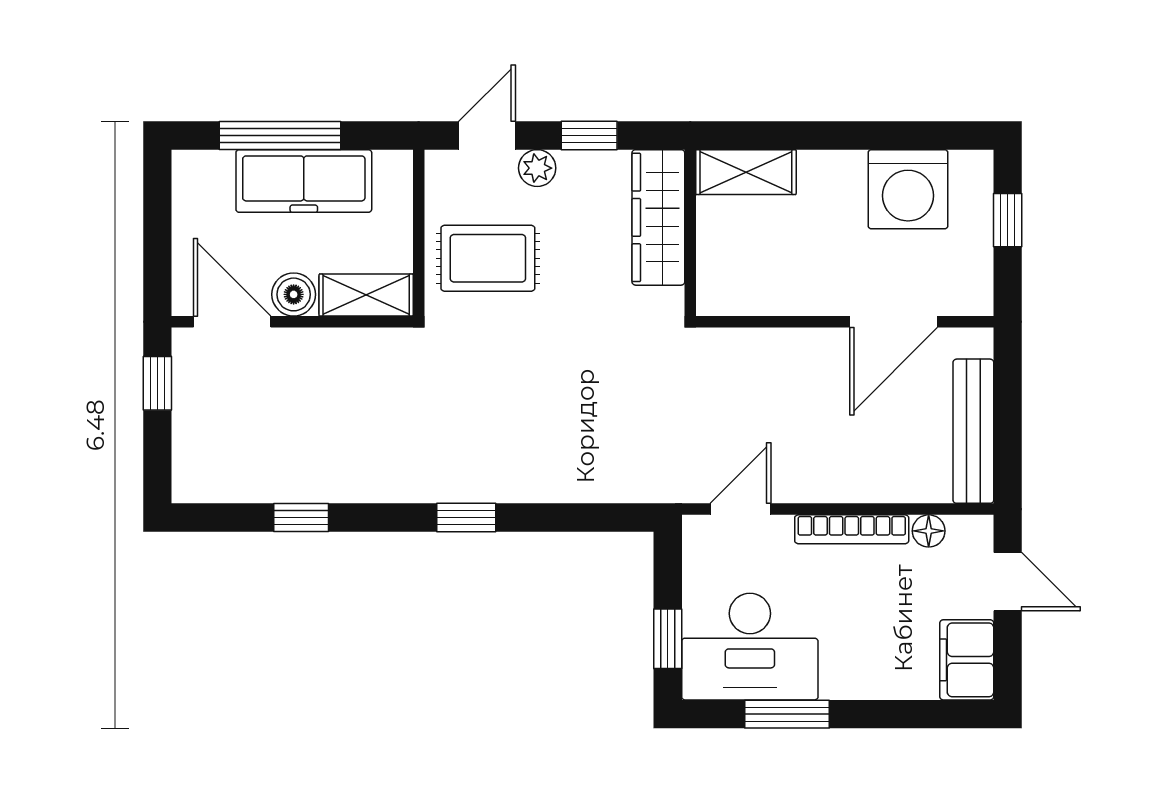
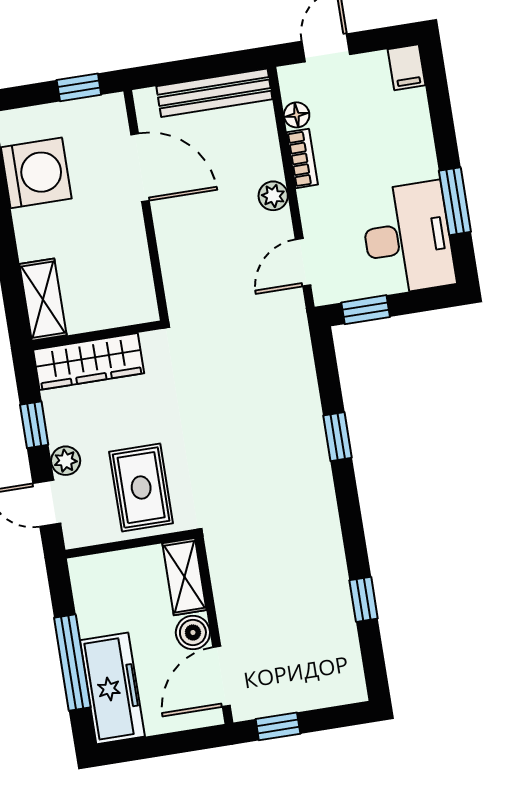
freezer: (304, 181) -> (112, 688), moved
window: (1008, 220) -> (79, 87), moved
plant: (831, 485) -> (273, 196), added
door: (740, 509) -> (303, 262), hinge flipped
window: (466, 518) -> (338, 437), moved
bookcase: (852, 529) -> (302, 158), width x0.64
window: (668, 639) -> (366, 310), moved
filing cabinet: (967, 660) -> (407, 67), width x0.50

